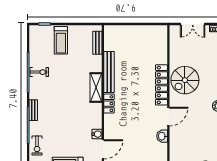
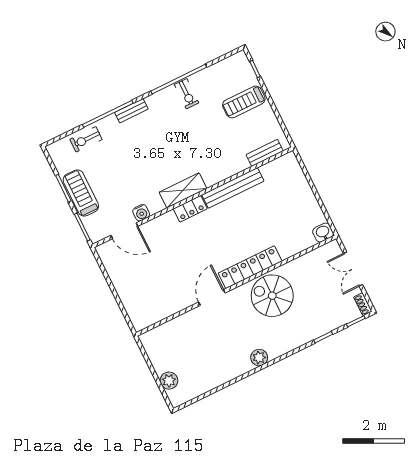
shelving: (96, 88) -> (183, 190), moved
door: (168, 117) -> (212, 297), swing flipped
washbasin: (162, 136) -> (323, 233), moved

